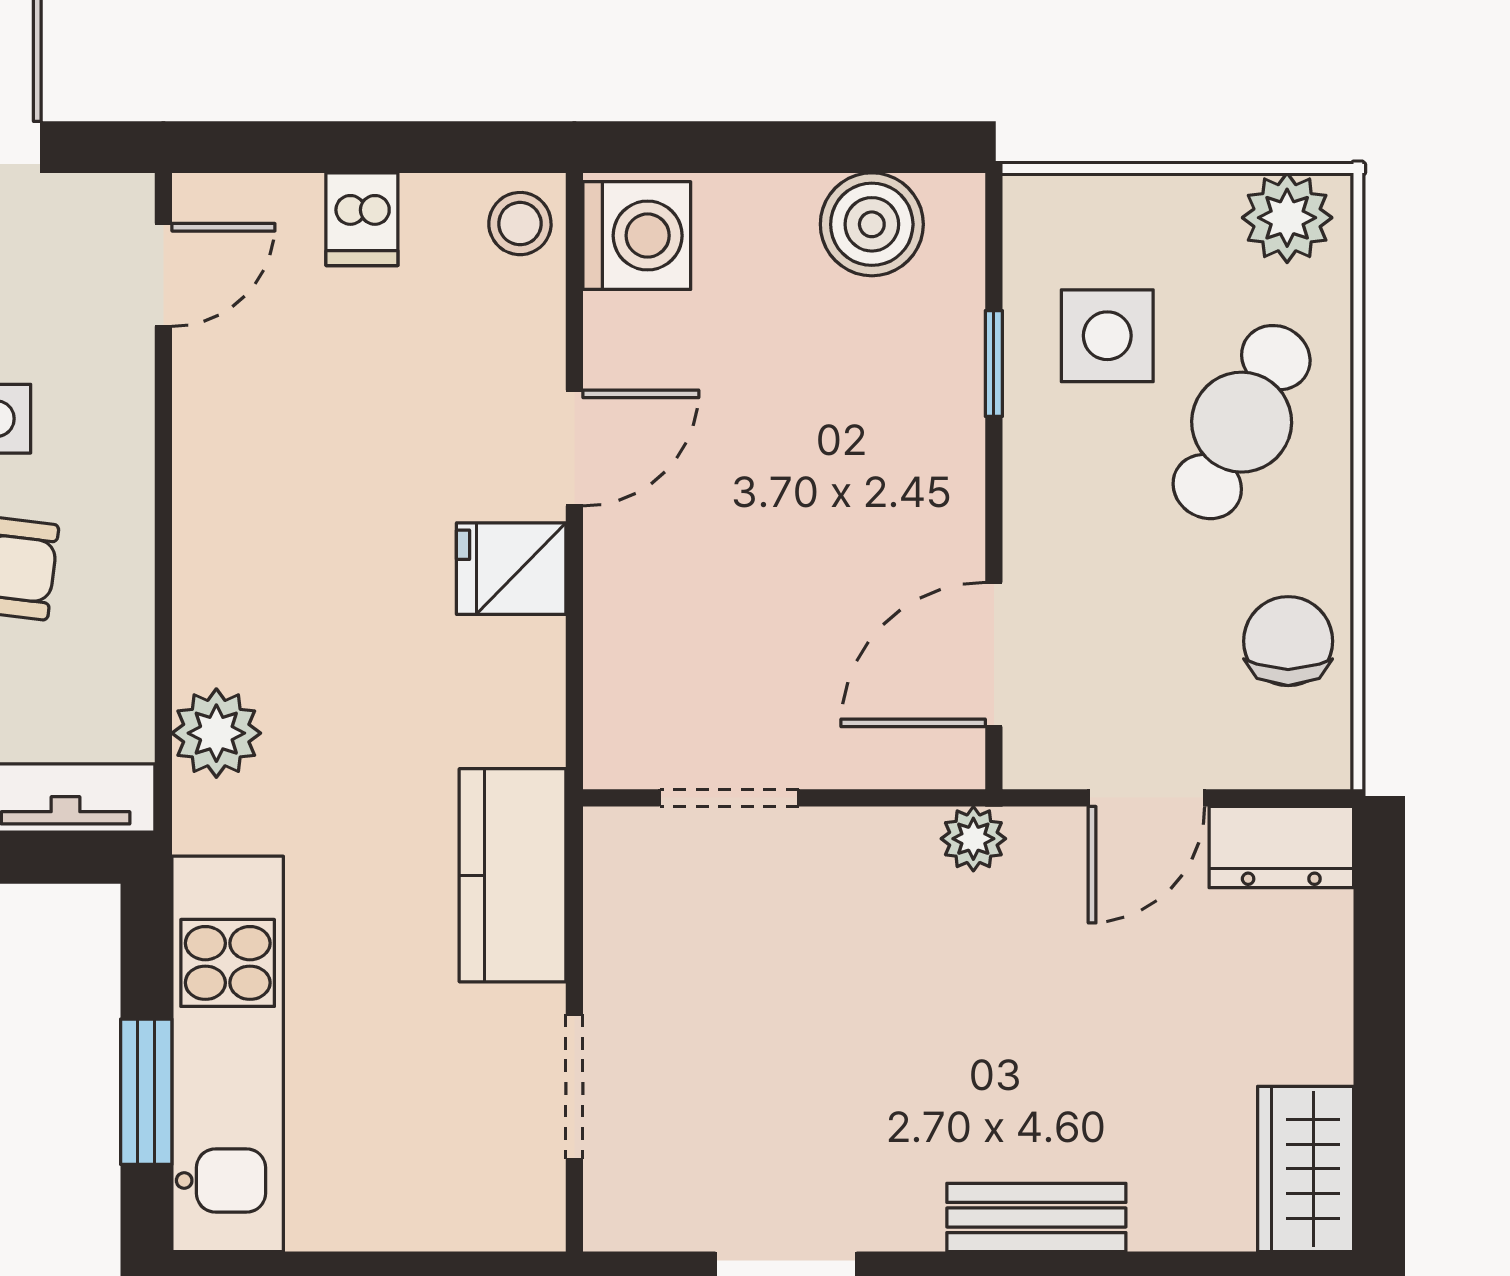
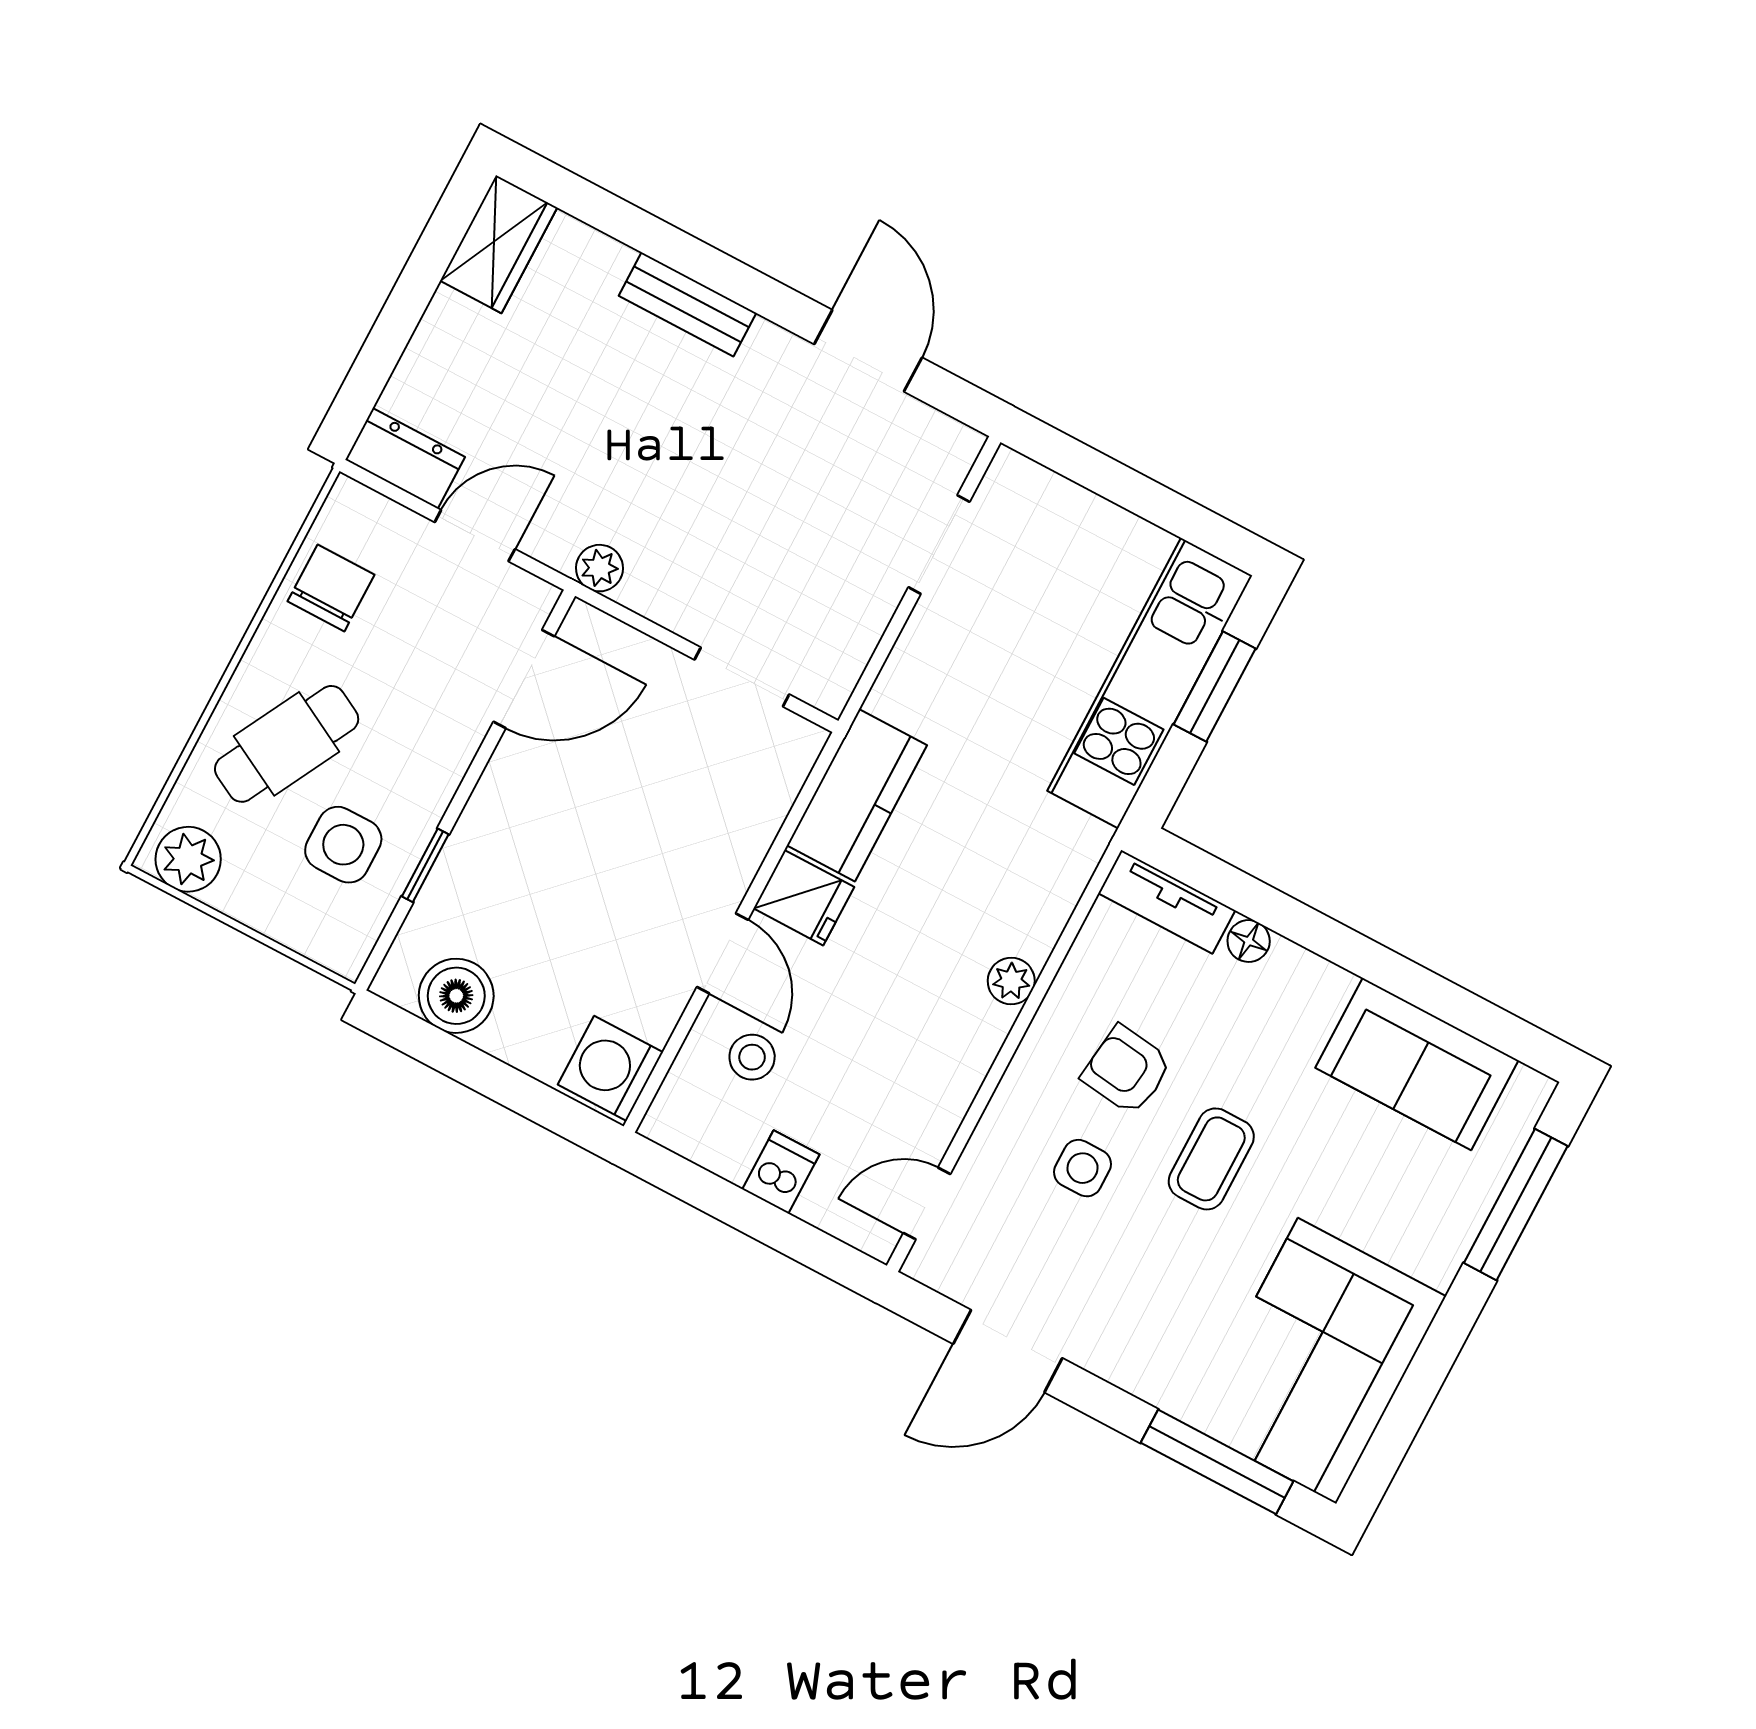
stool: (520, 224) -> (752, 1057), moved
door: (574, 448) -> (722, 953), swing flipped
chair: (1288, 641) -> (331, 588), turned 180
plant: (216, 733) -> (1011, 981), moved, width x0.73, depth x0.73
kitchen counter: (513, 875) -> (857, 795), moved

